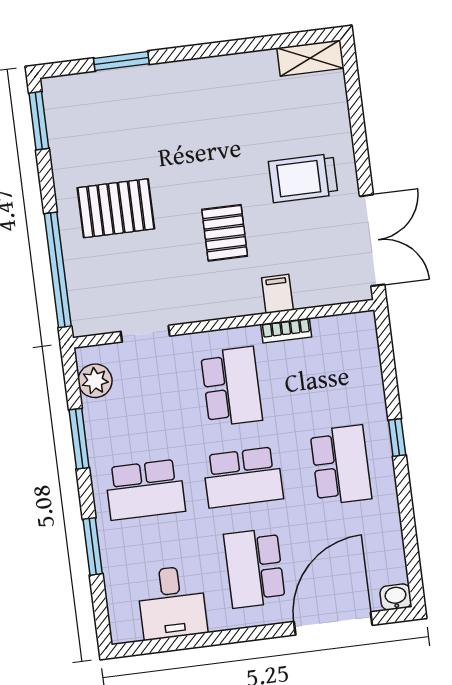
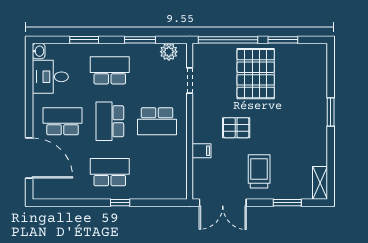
window: (121, 61) -> (331, 112), moved
window: (356, 116) -> (287, 203), added
window: (39, 121) -> (283, 40), moved
pallet: (116, 208) -> (256, 74), width x1.37, depth x1.41
bookcase: (286, 330) -> (182, 153), removed
school desk: (341, 465) -> (110, 172), turned 180
school desk: (145, 490) -> (110, 70), turned 90
washbasin: (396, 597) -> (39, 51), moved

